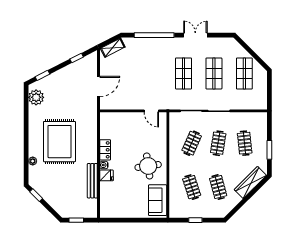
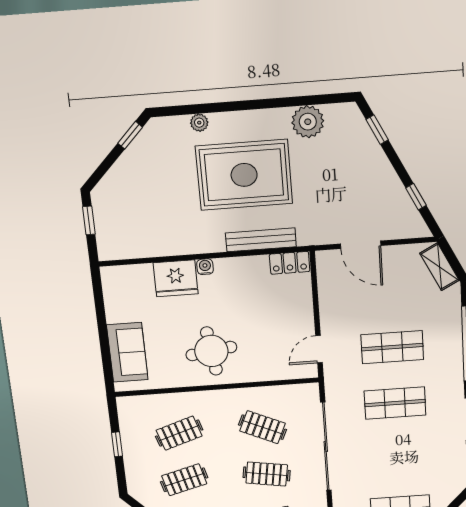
shop shelf: (214, 73) -> (392, 347), moved
plant: (36, 97) -> (308, 122), moved
locker: (105, 150) -> (290, 263), moved
fridge: (107, 175) -> (176, 278), width x1.88, depth x1.34
bench: (92, 181) -> (261, 240), moved
sofa: (158, 200) -> (127, 352), moved, turned 90

